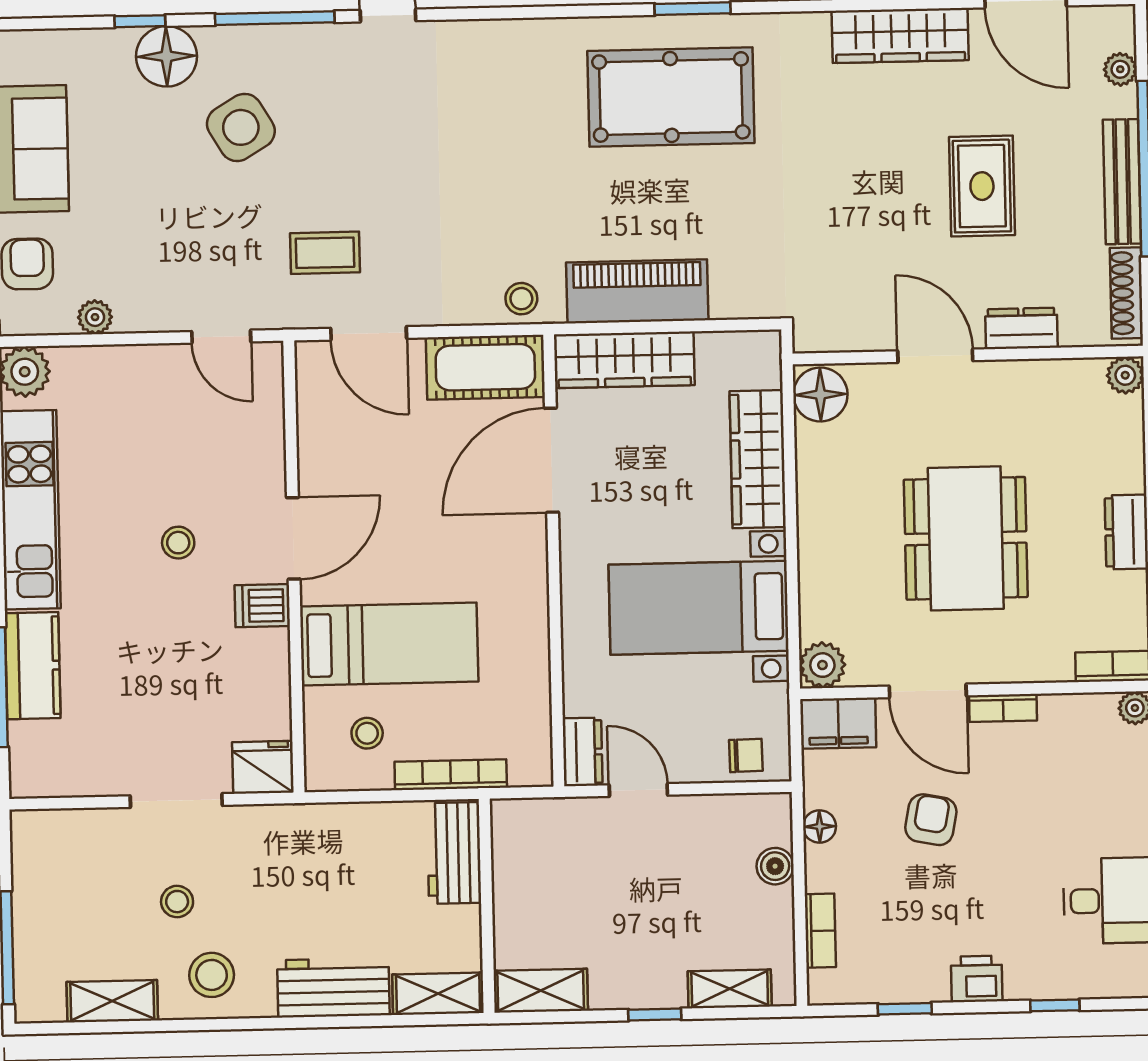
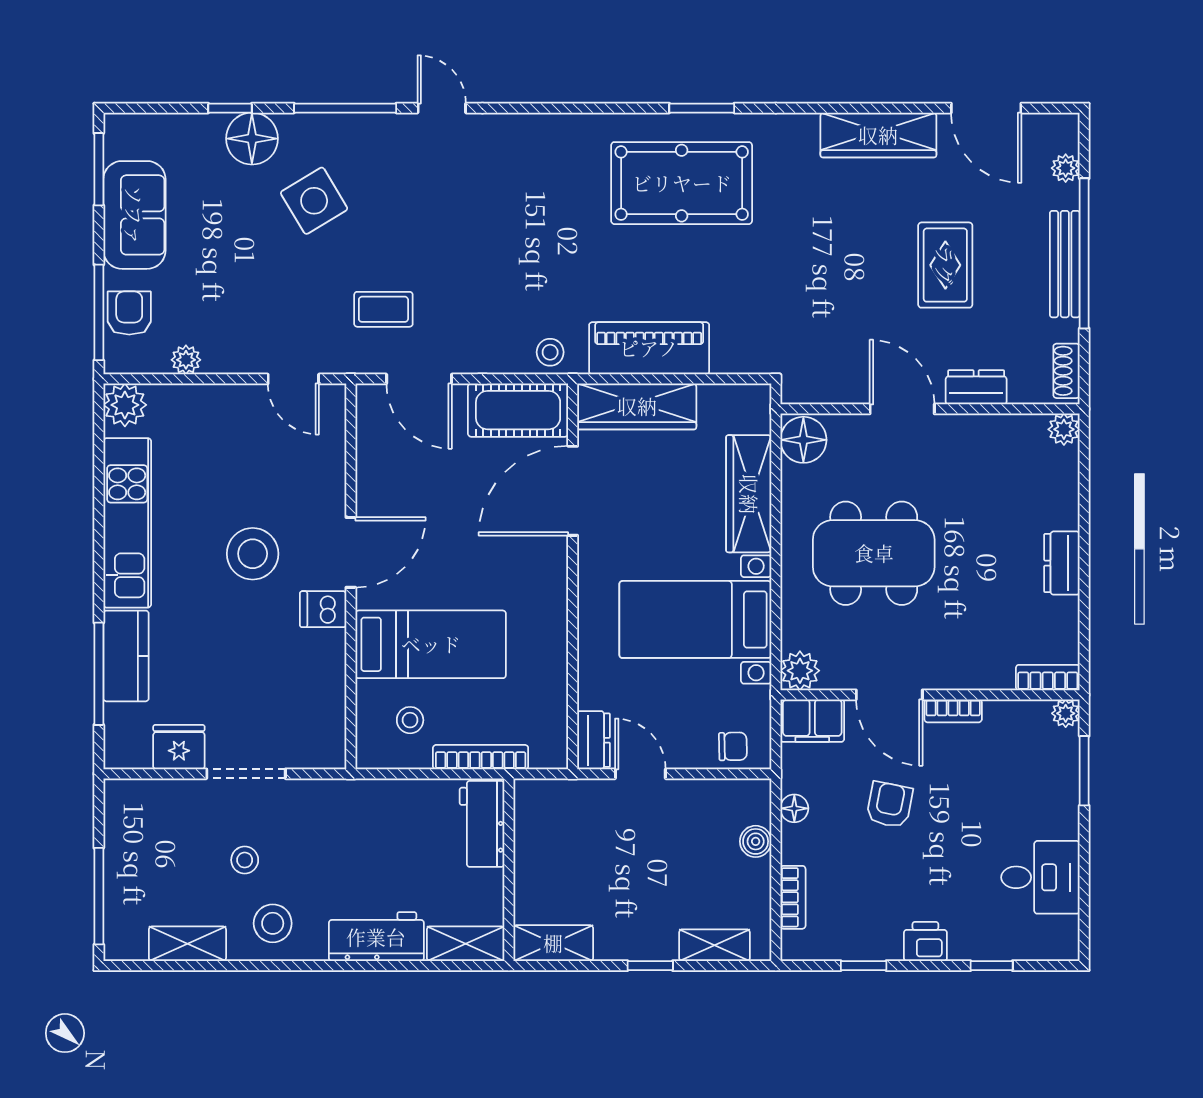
shoe rack: (1126, 293) -> (1066, 371), width x0.70
dining table: (966, 538) -> (874, 553), moved, turned 90
stool: (178, 543) -> (253, 554), width x1.89, depth x1.89
fridge: (263, 767) -> (179, 747), moved

